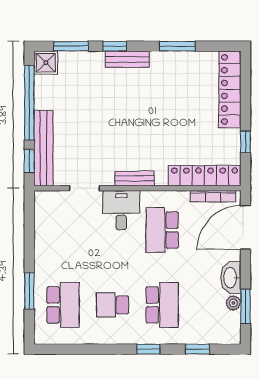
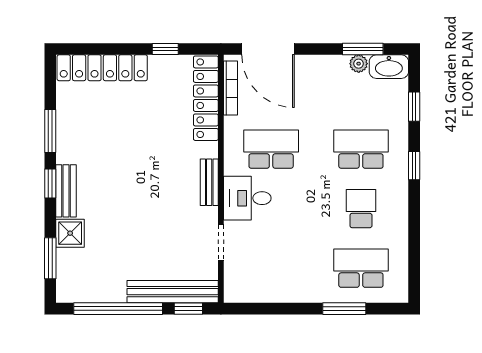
window: (115, 46) -> (50, 184), moved
shower: (46, 63) -> (70, 233), moved
school desk: (162, 230) -> (271, 149), turned 180
washbasin: (231, 278) -> (389, 67), moved
school desk: (113, 305) -> (361, 209), turned 180

